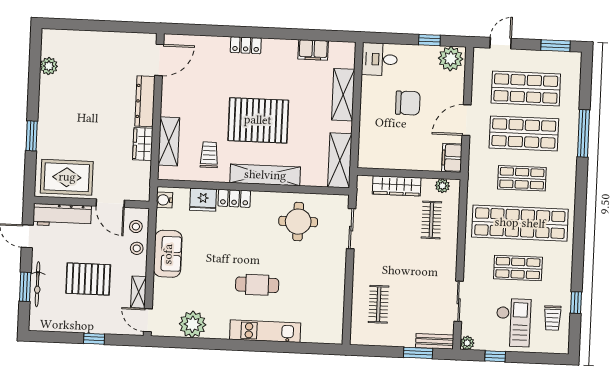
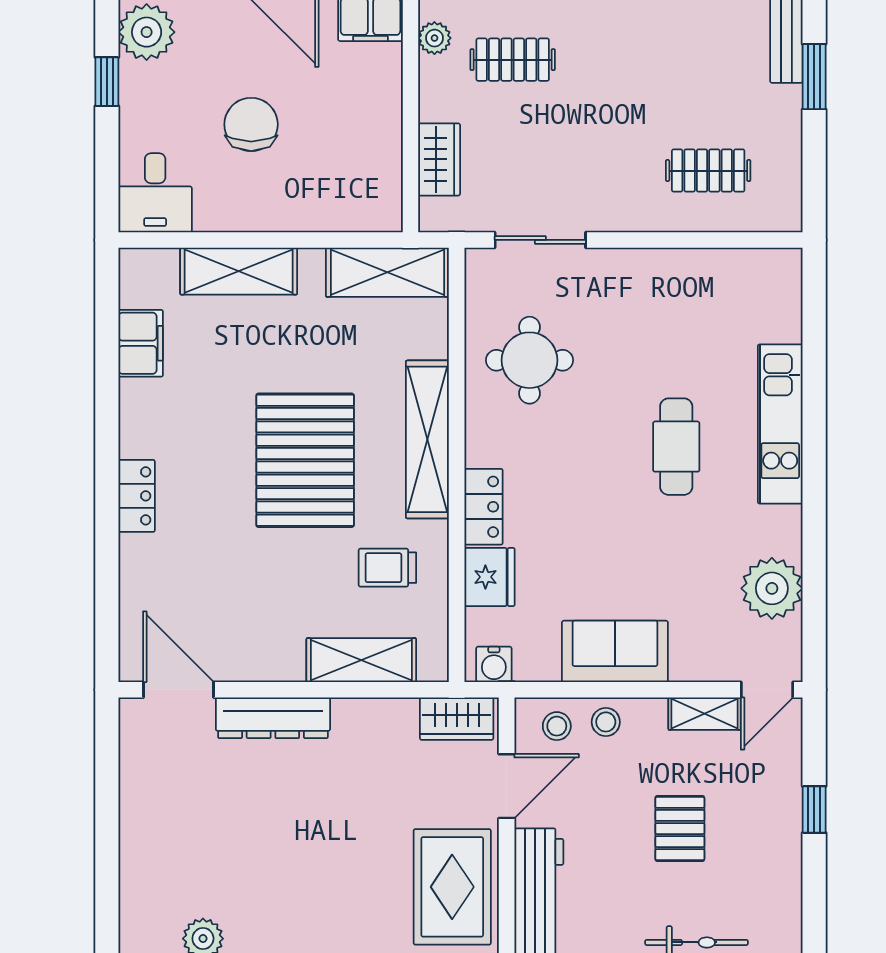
wardrobe: (143, 144) -> (457, 719), moved
wardrobe: (397, 186) -> (439, 159), width x0.67
pallet: (88, 279) -> (680, 829), width x0.67, depth x0.71

